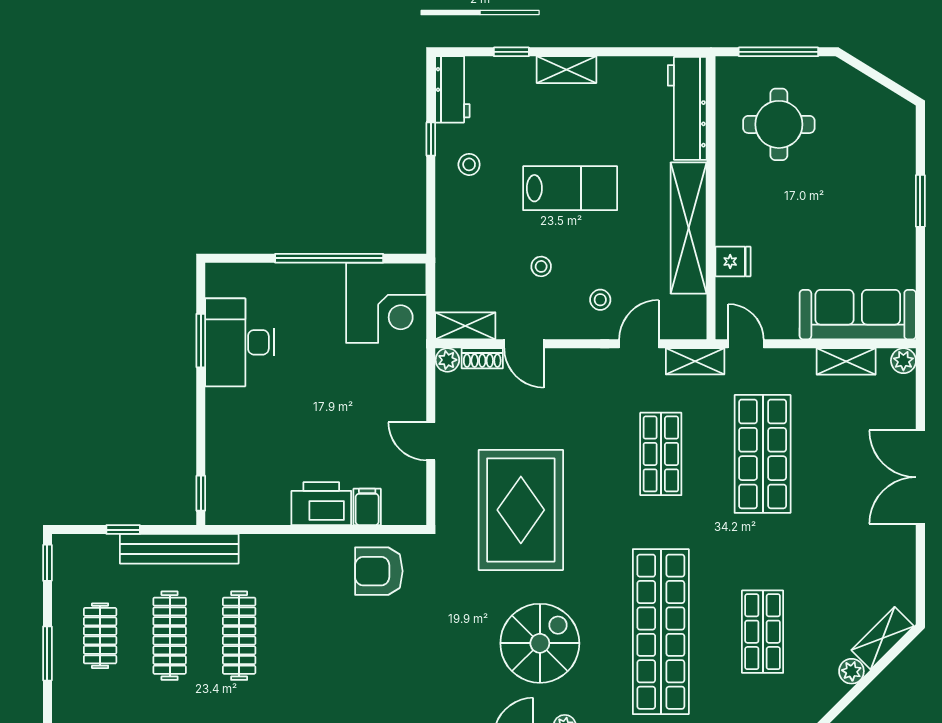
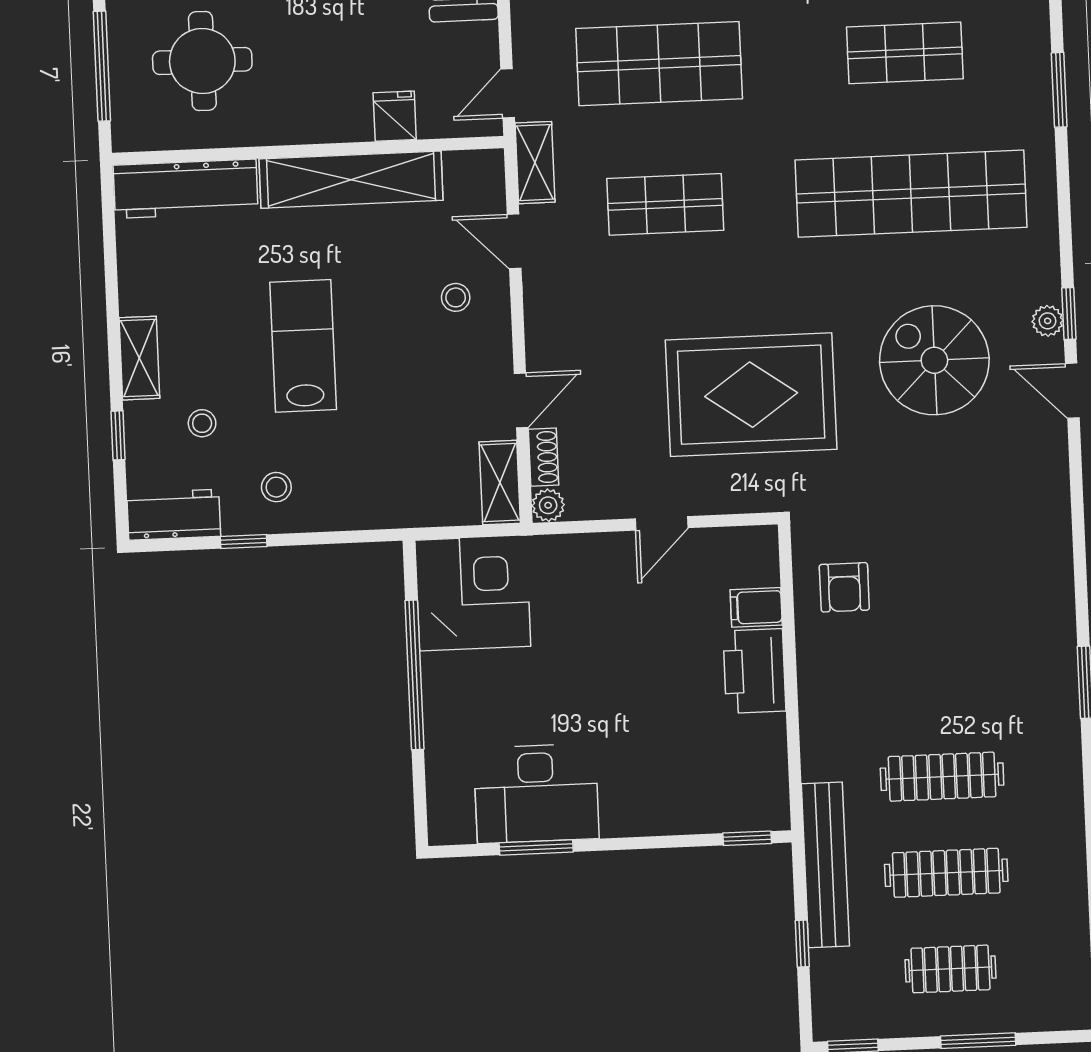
stool: (541, 266) -> (202, 423), moved
armchair: (379, 571) -> (844, 587), width x0.72, depth x0.72

